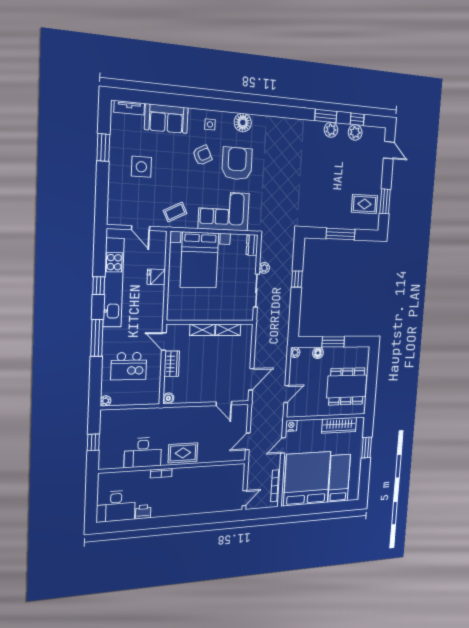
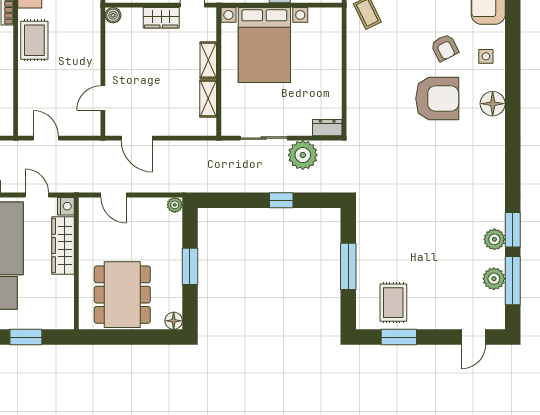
window: (357, 119) -> (513, 281), width x2.17
corner sofa: (224, 211) -> (372, 83), removed
bed with nightstands: (199, 260) -> (264, 45), moved, turned -90
plant: (264, 268) -> (303, 155), width x1.87, depth x1.87
floor lamp: (318, 353) -> (174, 321), moved
wardrobe: (339, 425) -> (63, 245), moved

